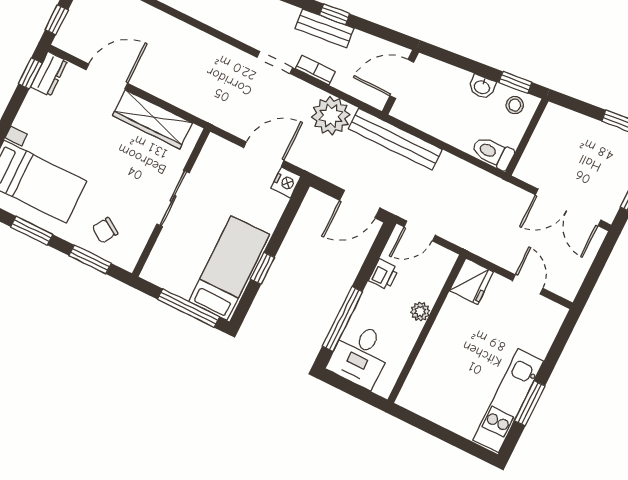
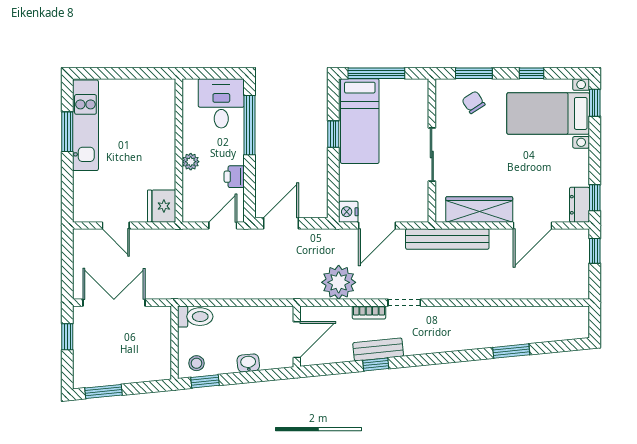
washbasin: (482, 87) -> (248, 363), moved
bench: (395, 139) -> (447, 239), moved
chair: (105, 230) -> (473, 102), turned -66
window: (32, 231) -> (532, 73), width x0.67

